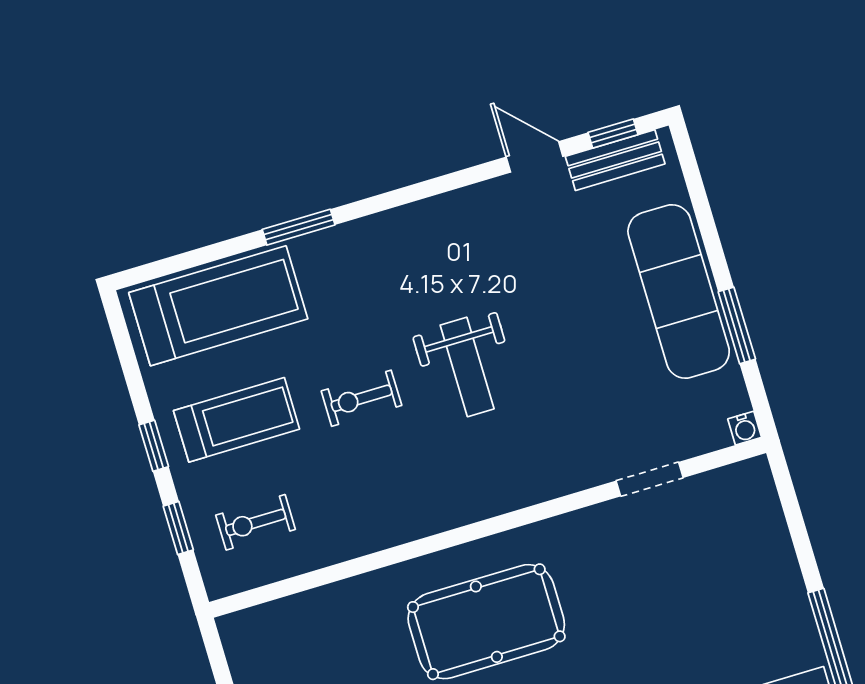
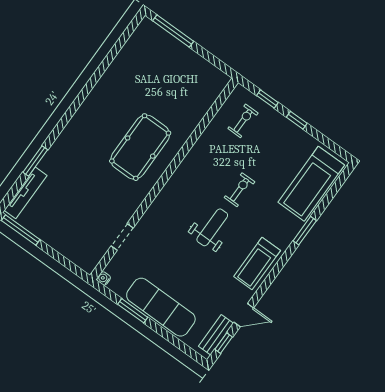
weight bench: (467, 367) -> (212, 227), turned 90
treadmill: (237, 420) -> (257, 264), moved

